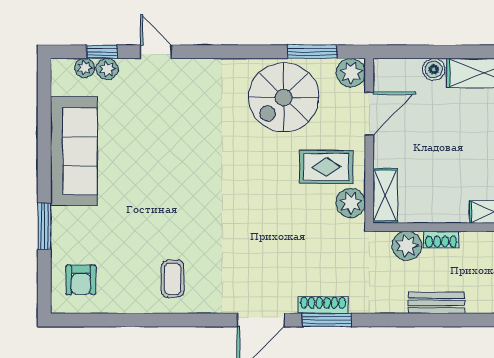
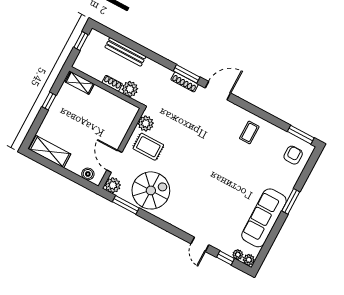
plant: (107, 69) -> (249, 260), moved
boiler: (434, 69) -> (88, 174), moved
door: (369, 114) -> (114, 161), hinge flipped
shelving: (385, 195) -> (127, 118), removed
window: (44, 226) -> (291, 201), moved
bench: (436, 303) -> (125, 52), width x1.36
window: (86, 320) -> (301, 135), added

